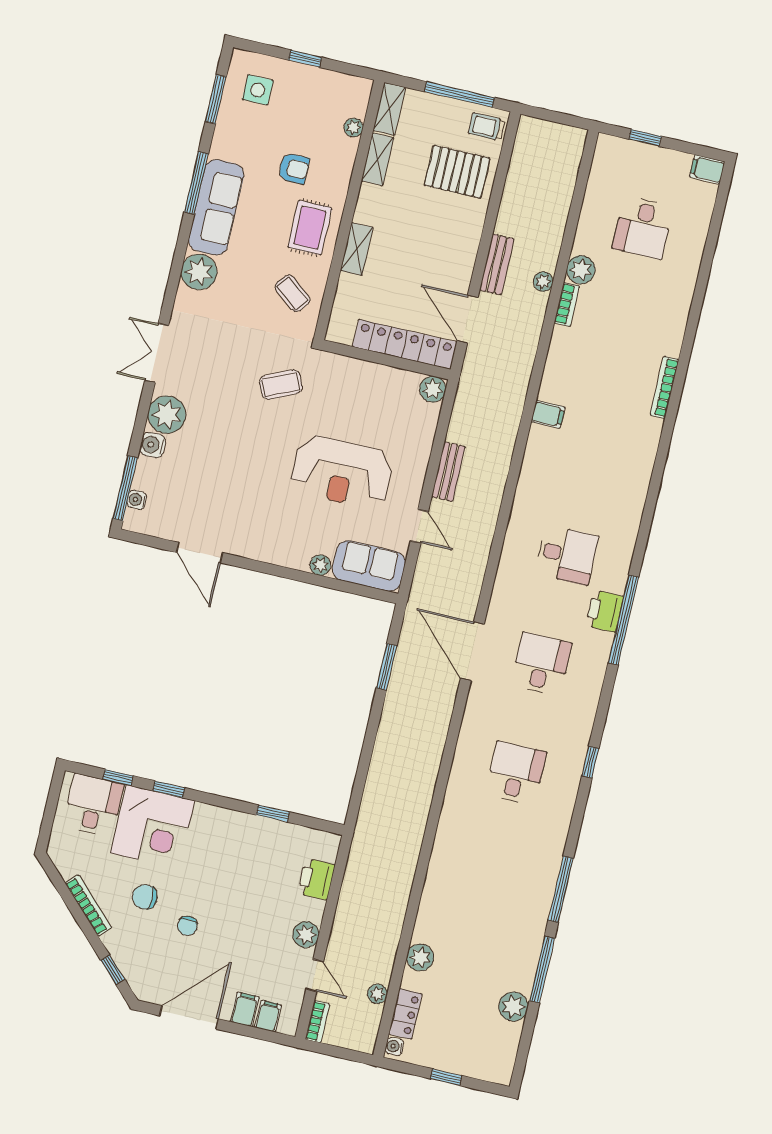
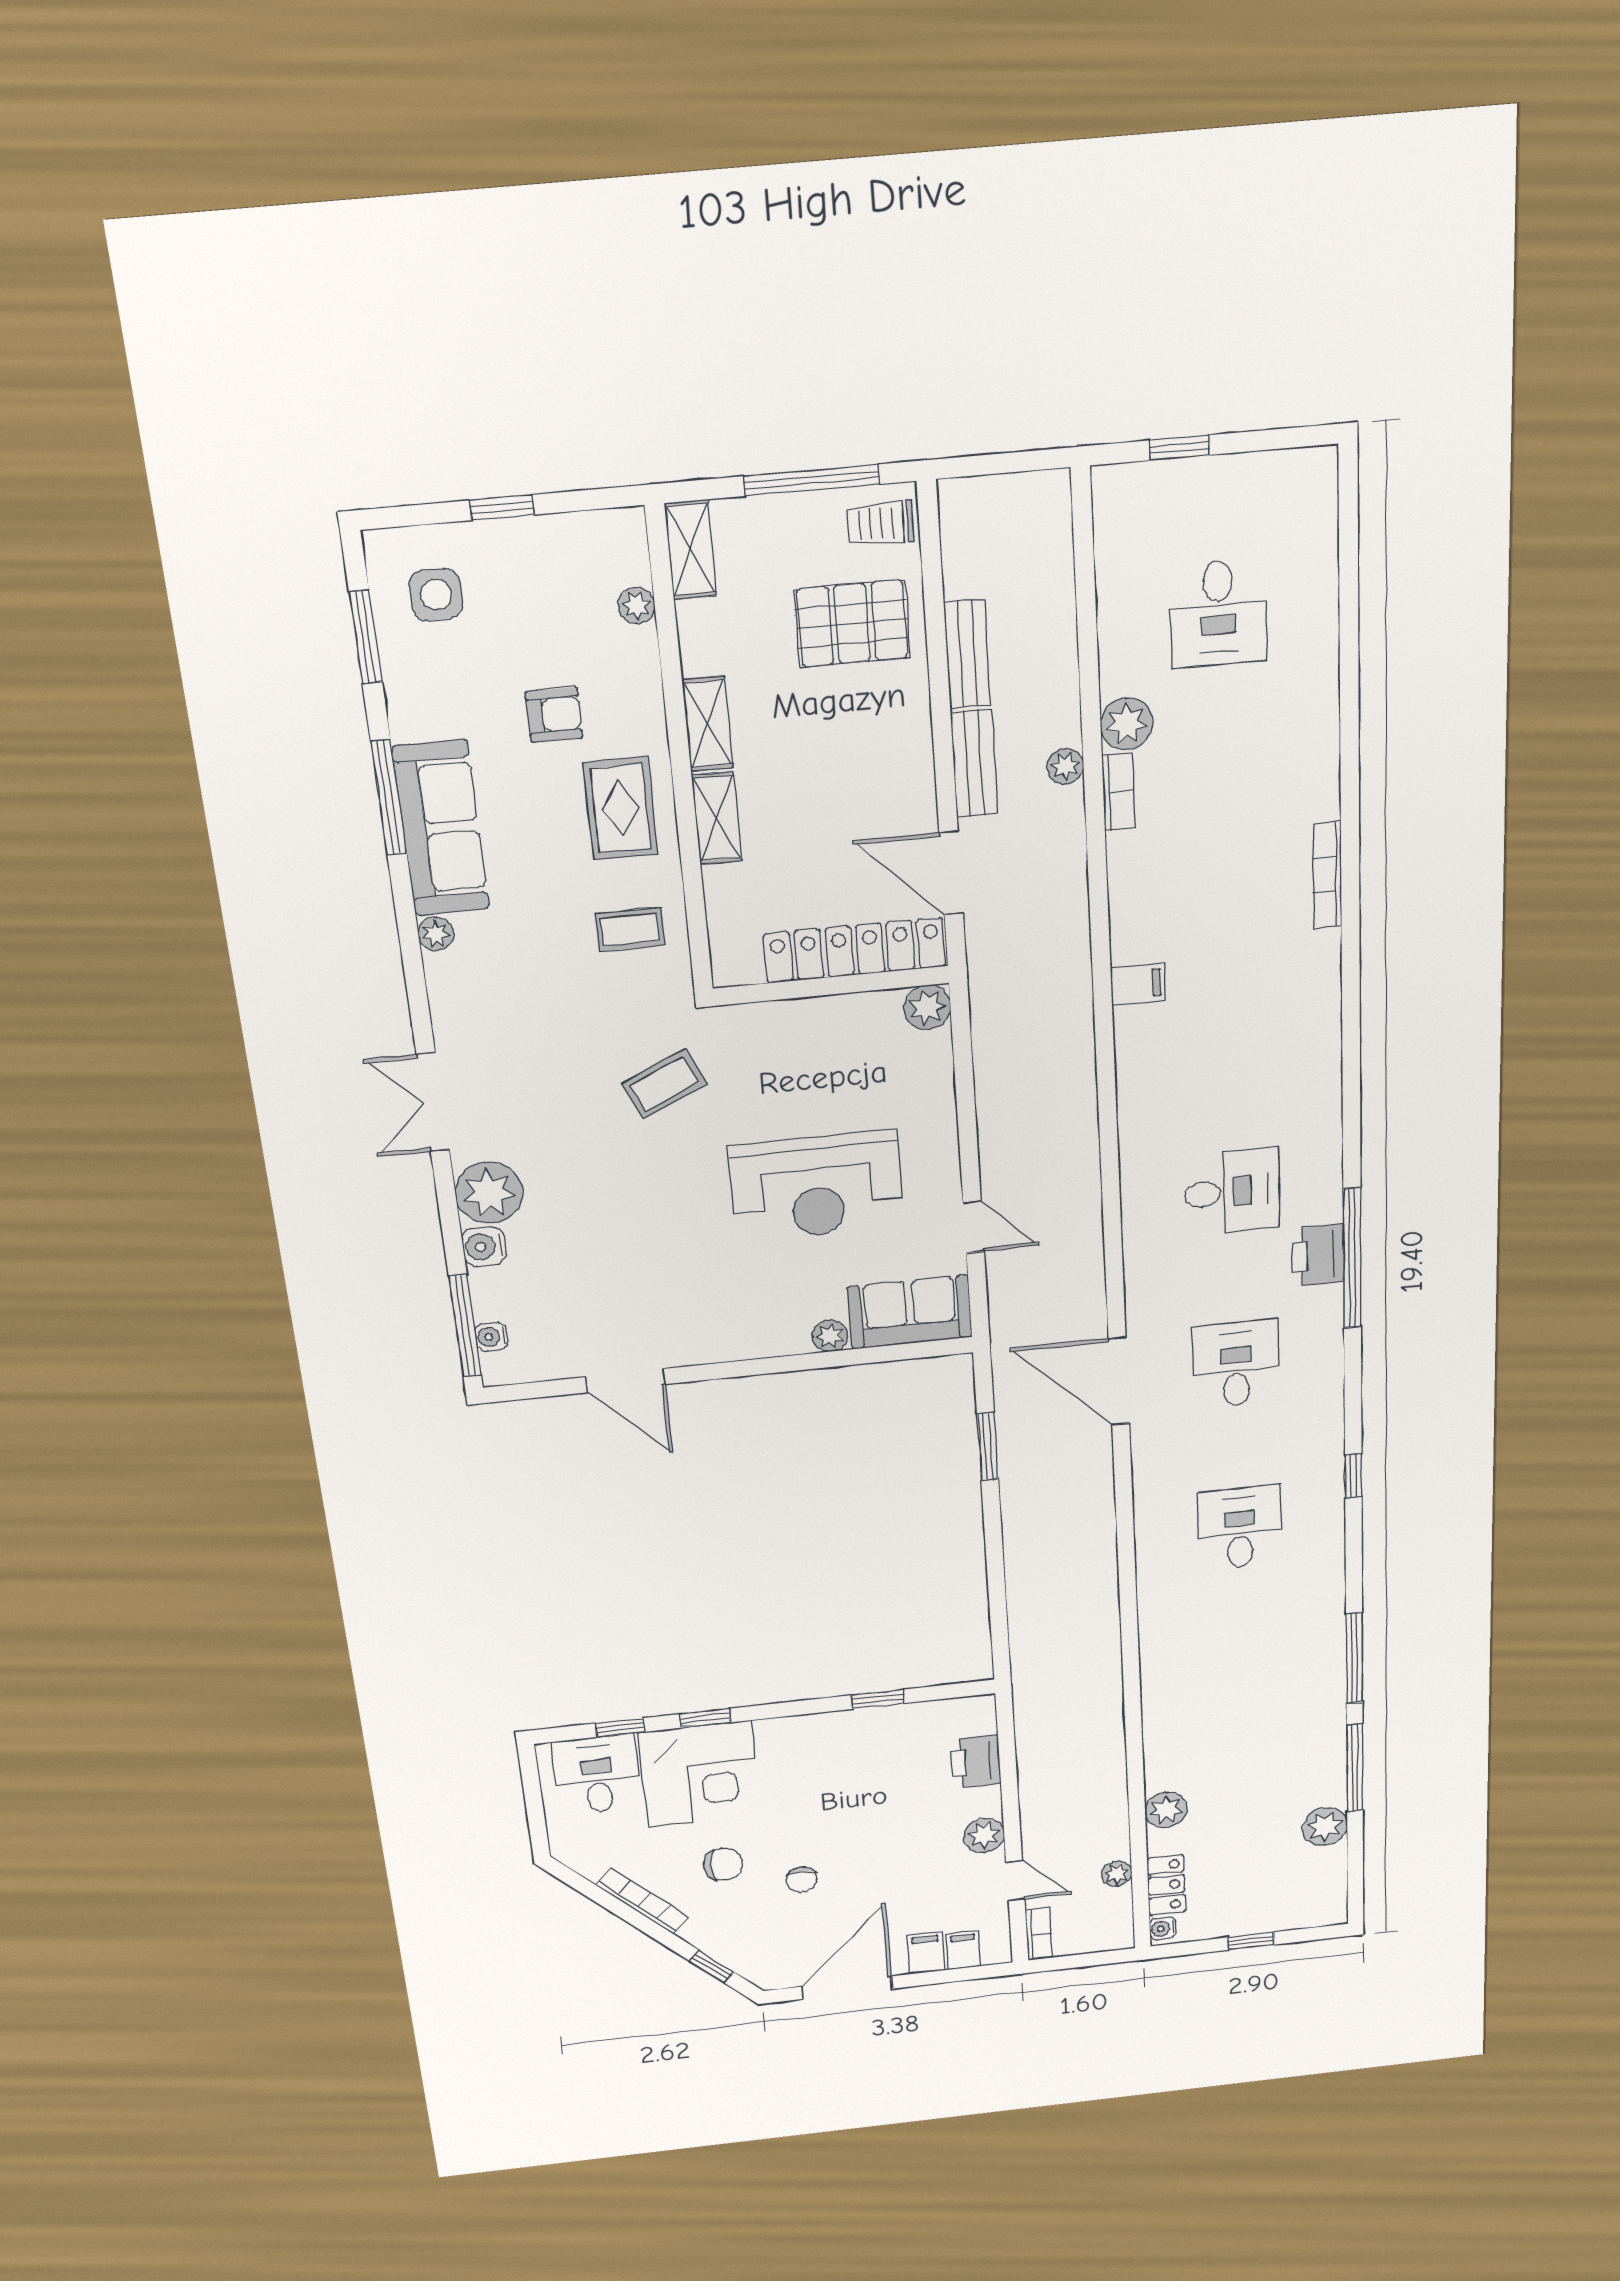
shelving: (378, 159) -> (707, 724), moved
filing cabinet: (707, 169) -> (1309, 469), removed
plant: (199, 272) -> (436, 934), width x0.53, depth x0.53
coffee table: (292, 293) -> (630, 930), turned -38
bench: (448, 472) -> (967, 654), moved
chair: (145, 897) -> (723, 1864), turned 180

